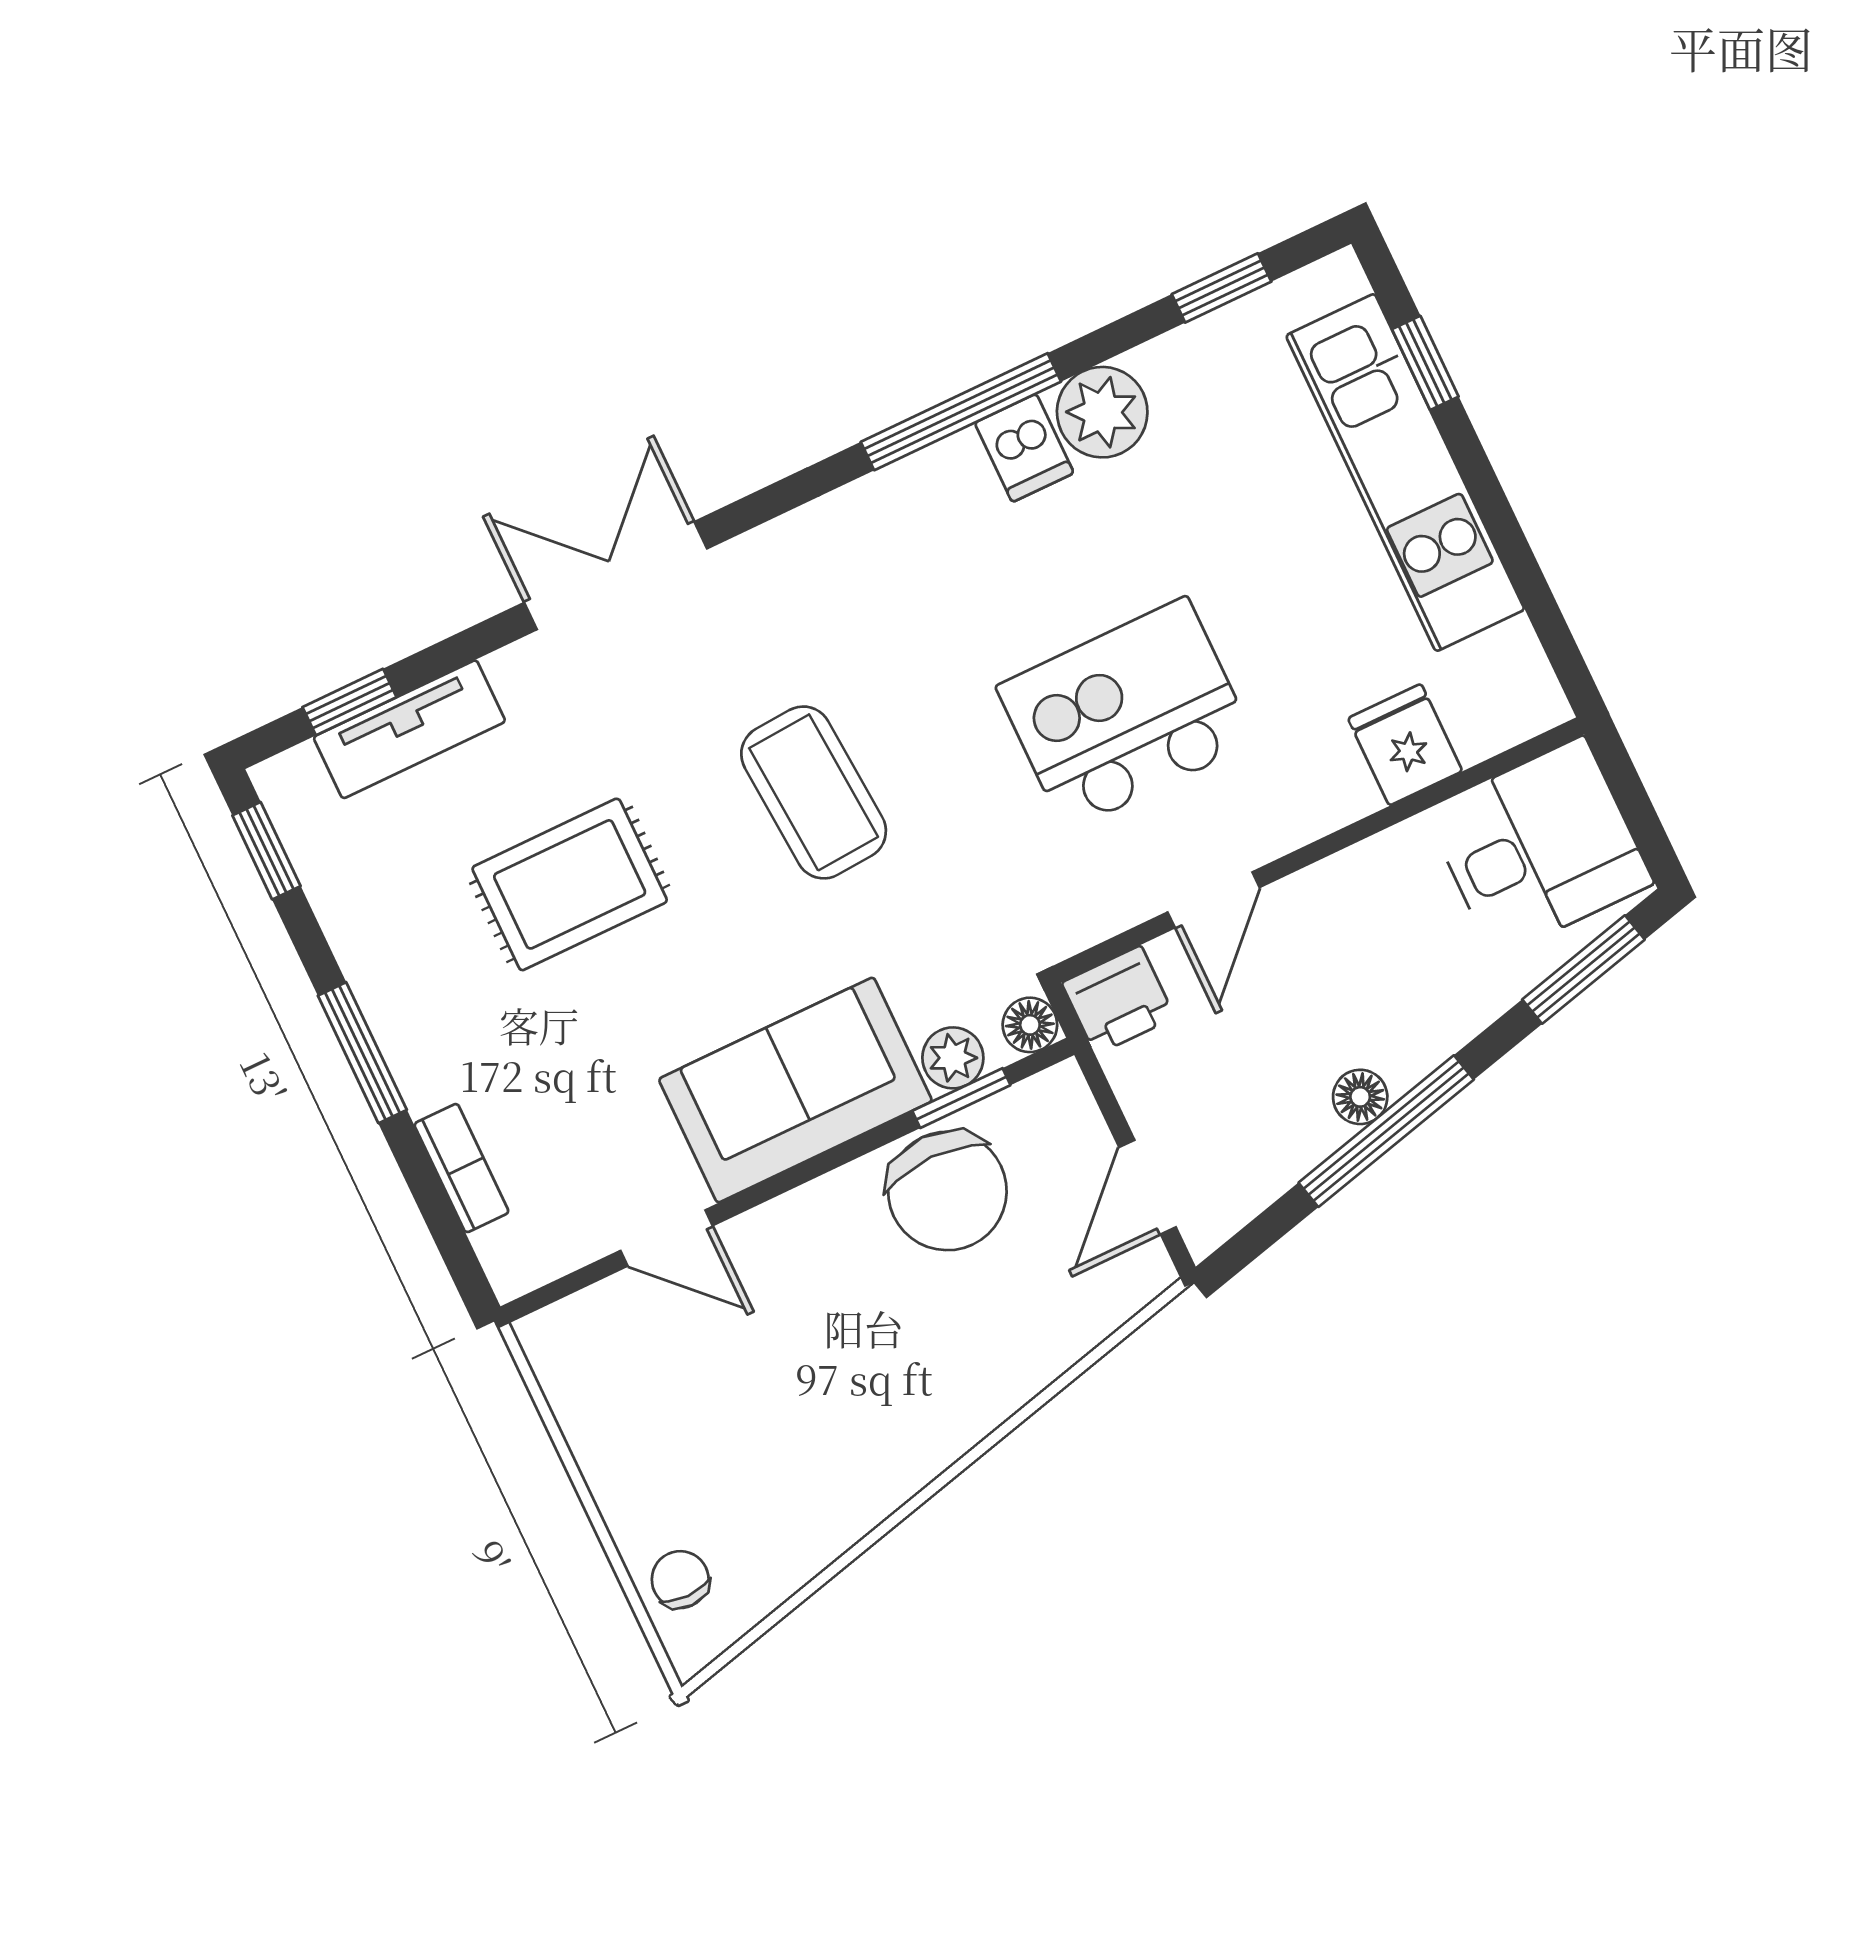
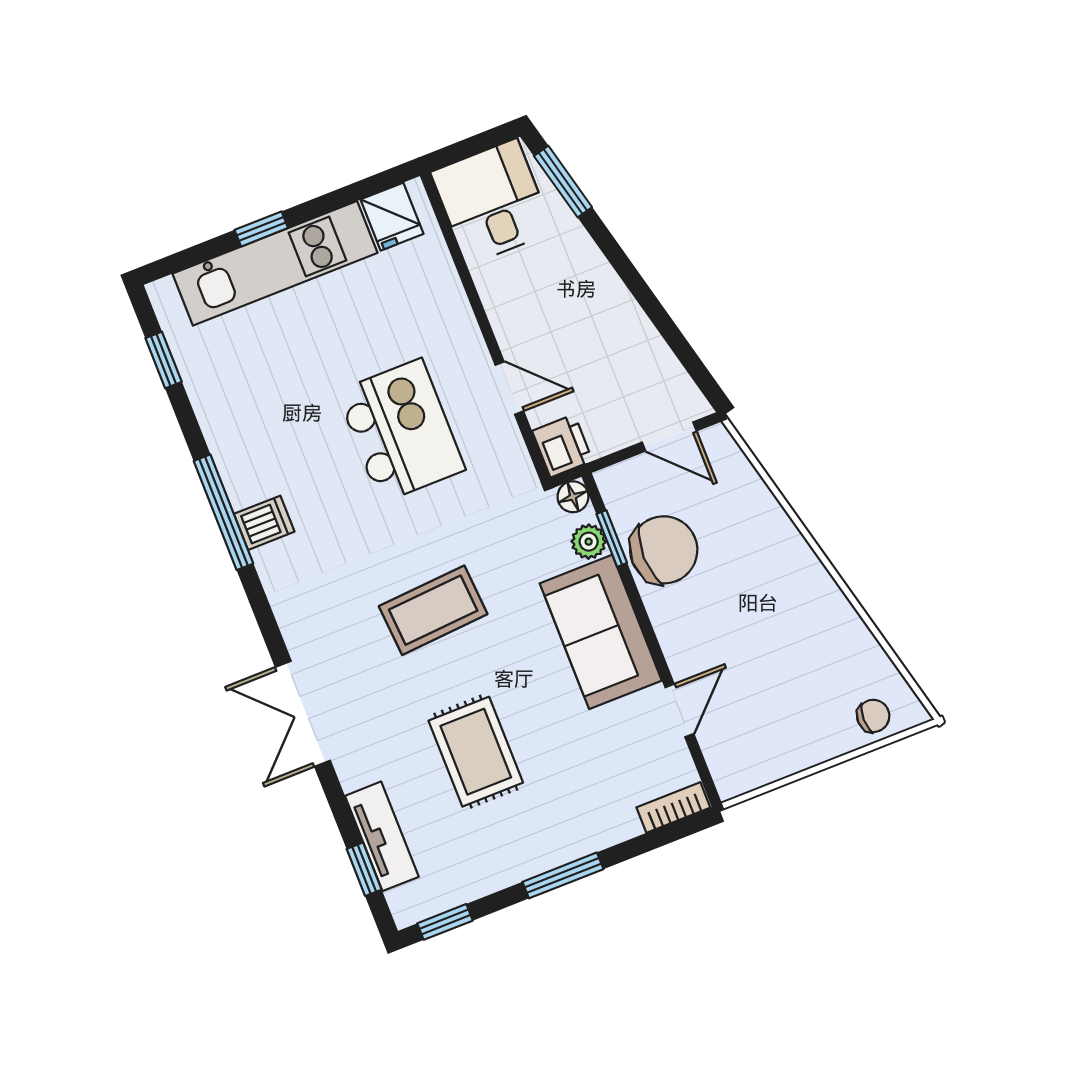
window: (1425, 363) -> (261, 229), moved
plant: (1102, 412) -> (229, 432), removed
dishwasher: (1024, 448) -> (264, 523), moved
kitchen island: (1126, 714) -> (401, 431), turned 180
fridge: (1405, 745) -> (392, 217), moved, turned -90
floor lamp: (1360, 1097) -> (626, 313), removed
window: (1386, 1131) -> (647, 299), removed
bookcase: (461, 1168) -> (673, 808), moved
chair: (680, 1580) -> (873, 716), turned 180

